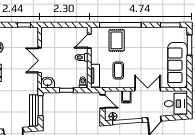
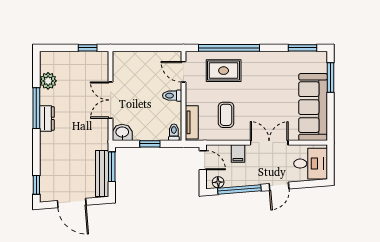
rug: (117, 40) -> (224, 71), turned 90
door: (89, 41) -> (183, 72), hinge flipped

